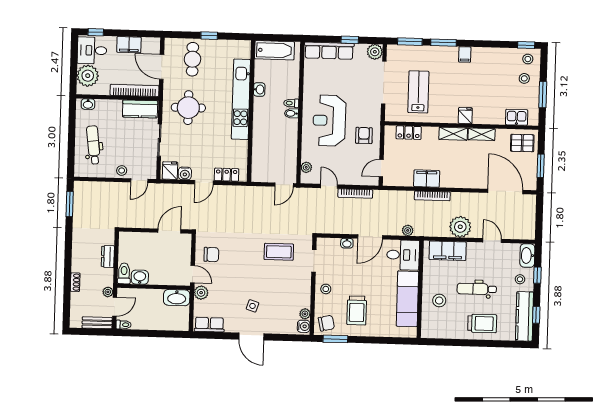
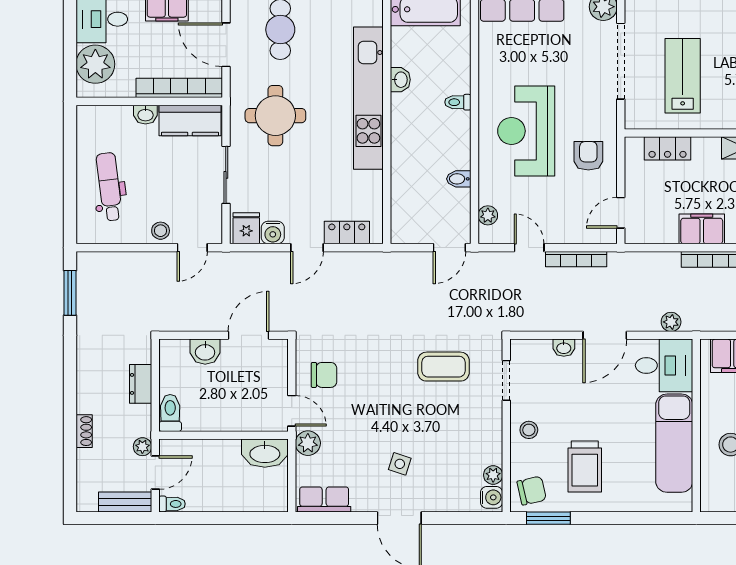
washbasin: (88, 104) -> (145, 115), moved
bidet: (291, 113) -> (459, 179), moved
washbasin: (140, 277) -> (205, 352), moved, turned 180

